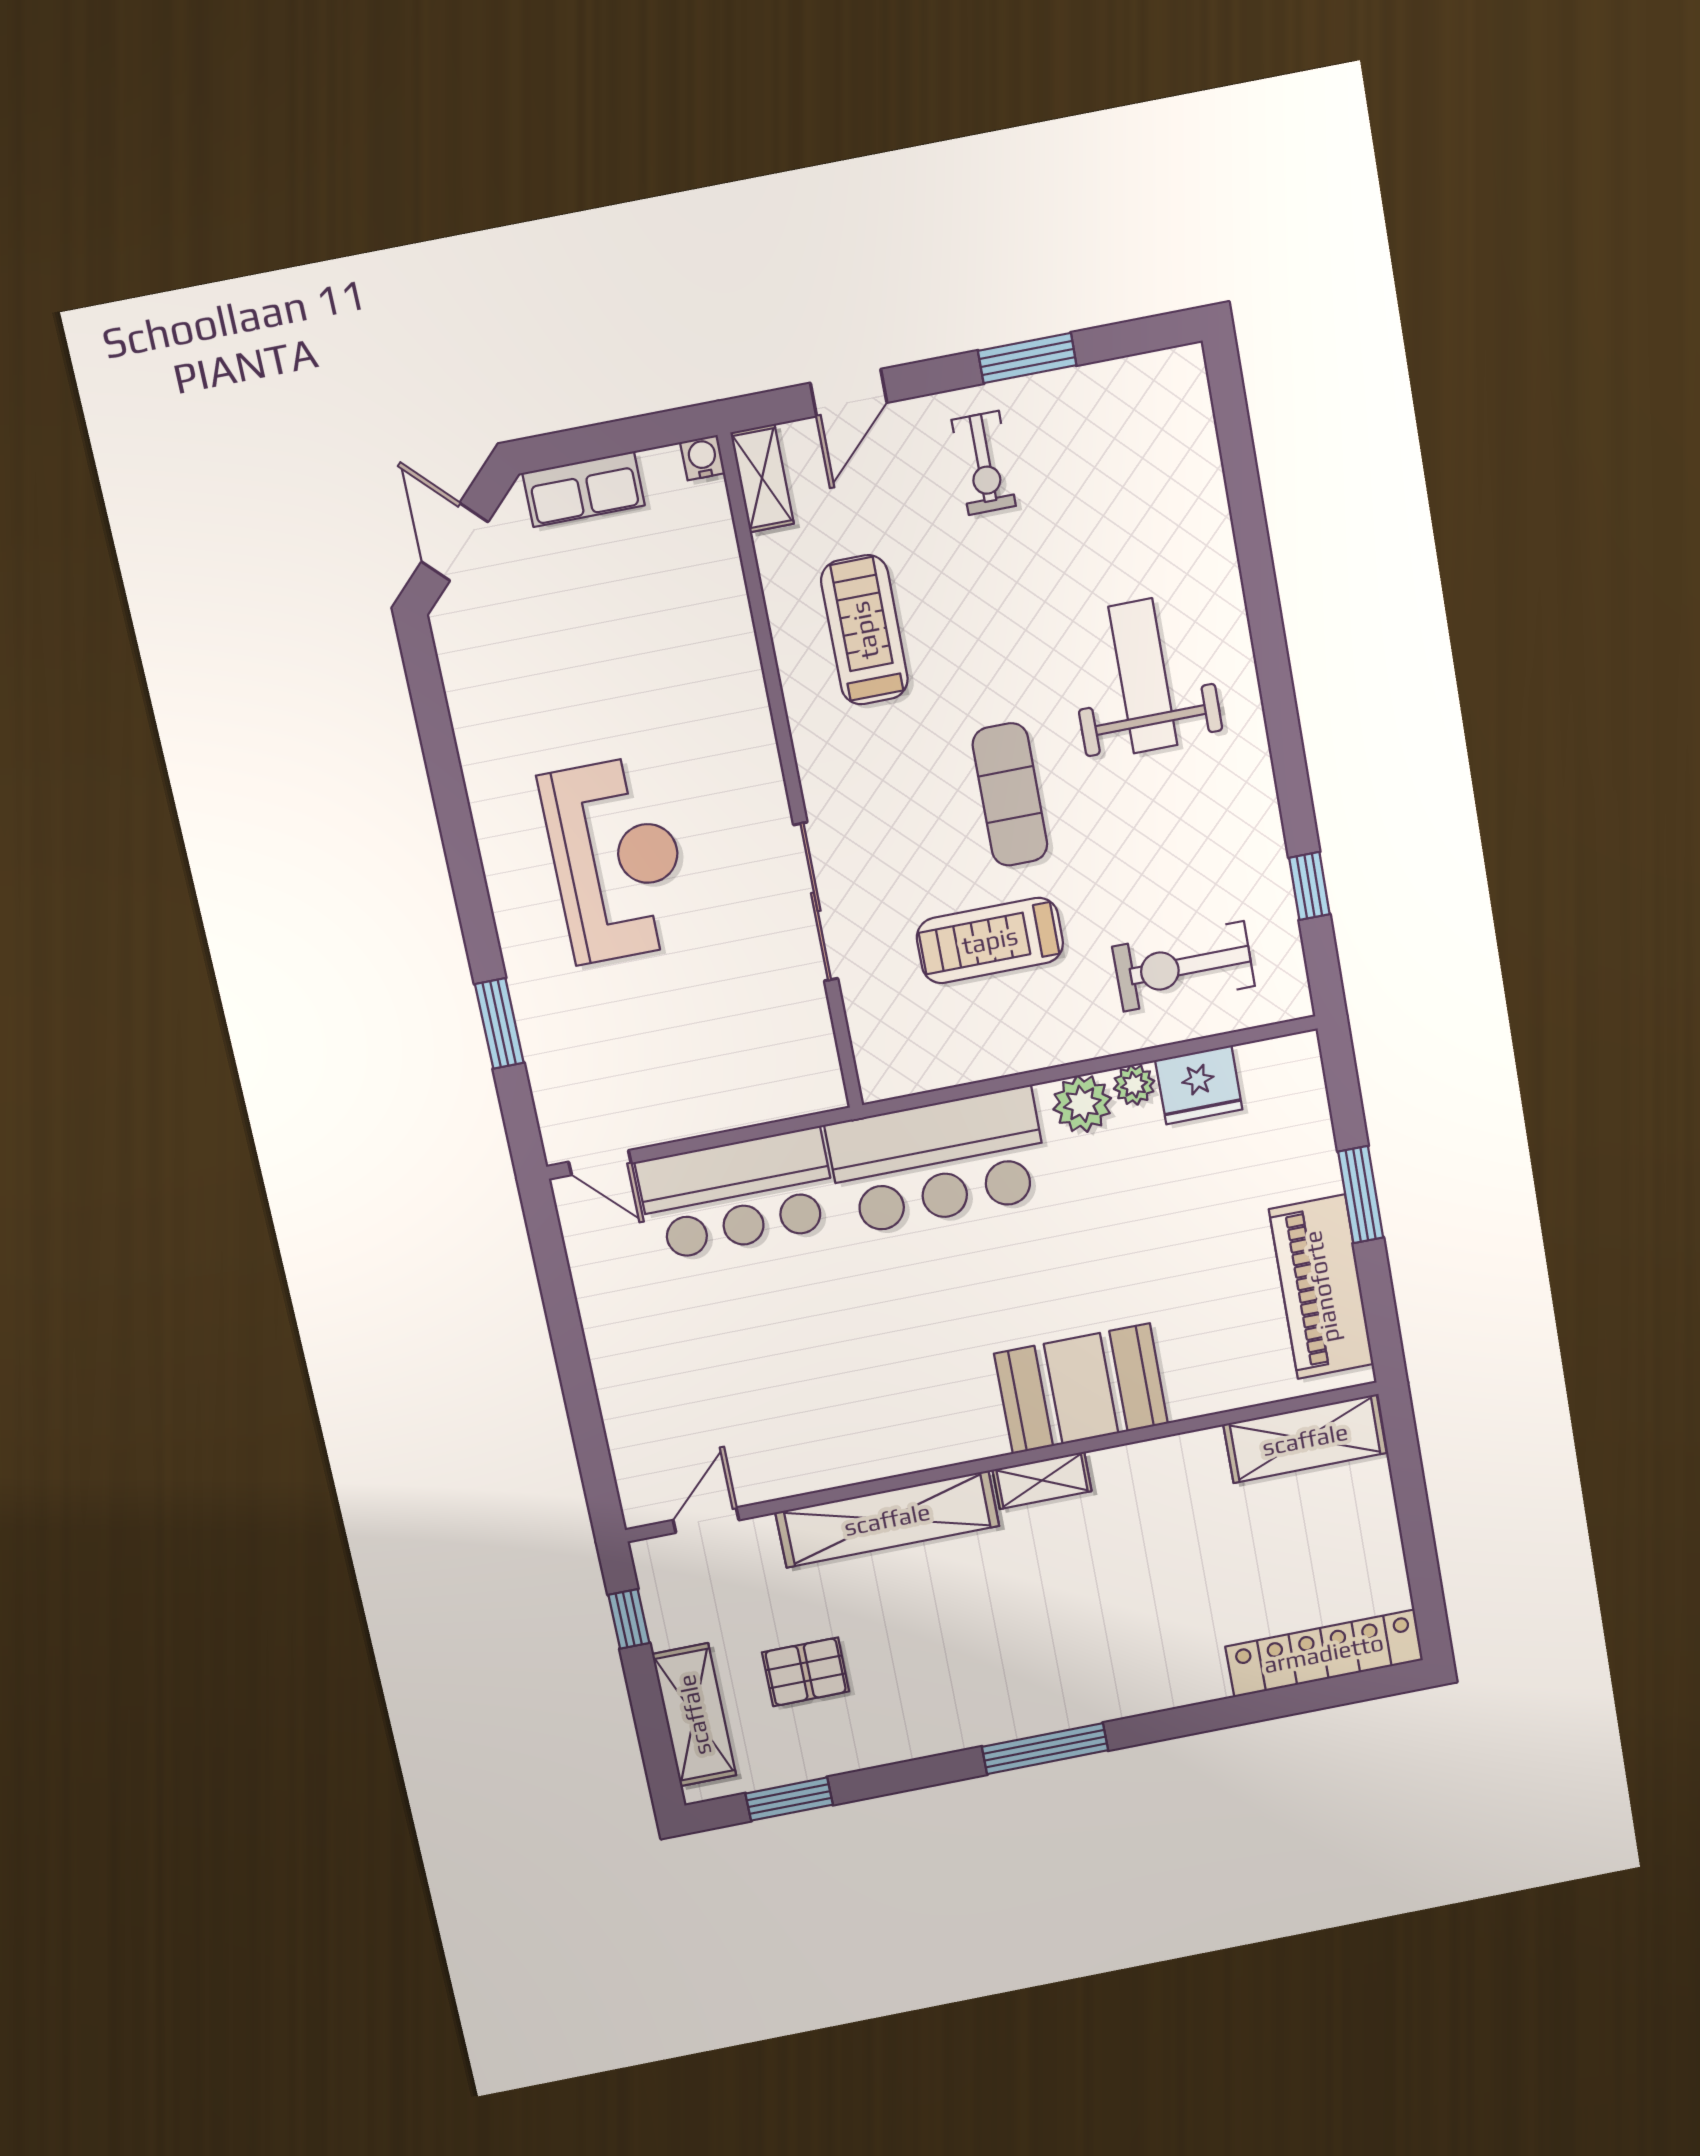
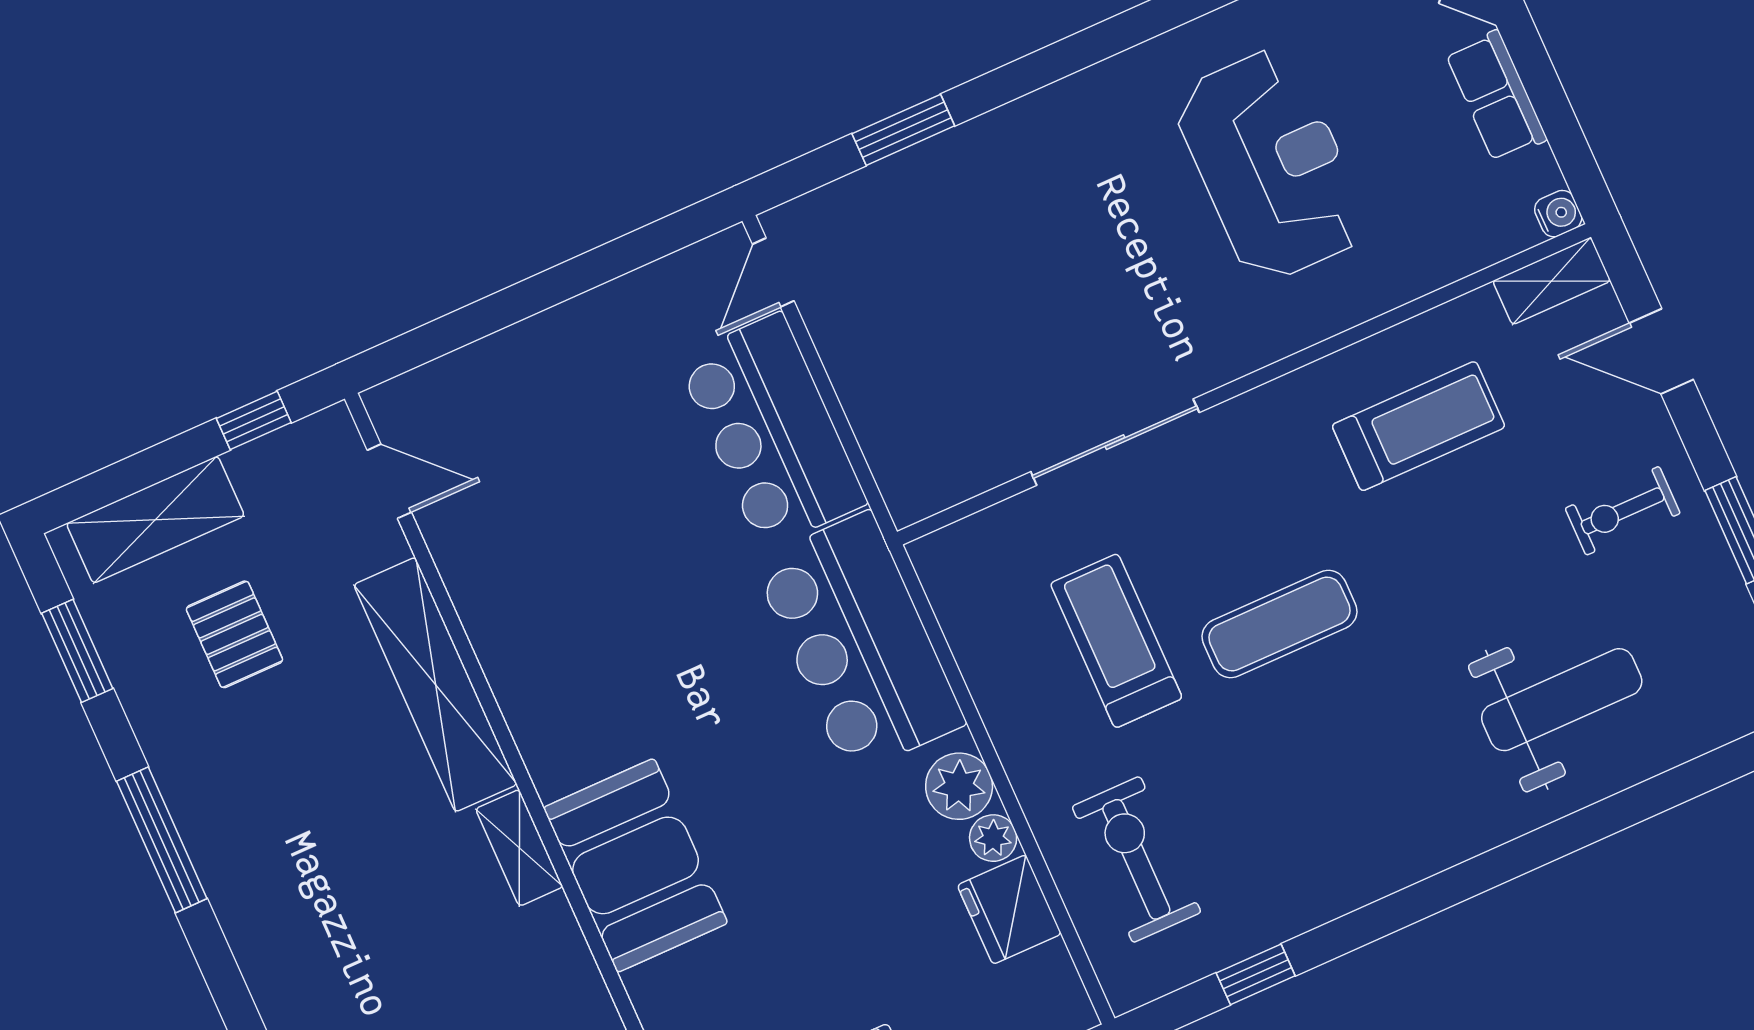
weight bench: (1143, 676) -> (1562, 700), moved
reception desk: (616, 860) -> (1271, 165), moved, turned -90
window: (1045, 1749) -> (162, 840), moved

